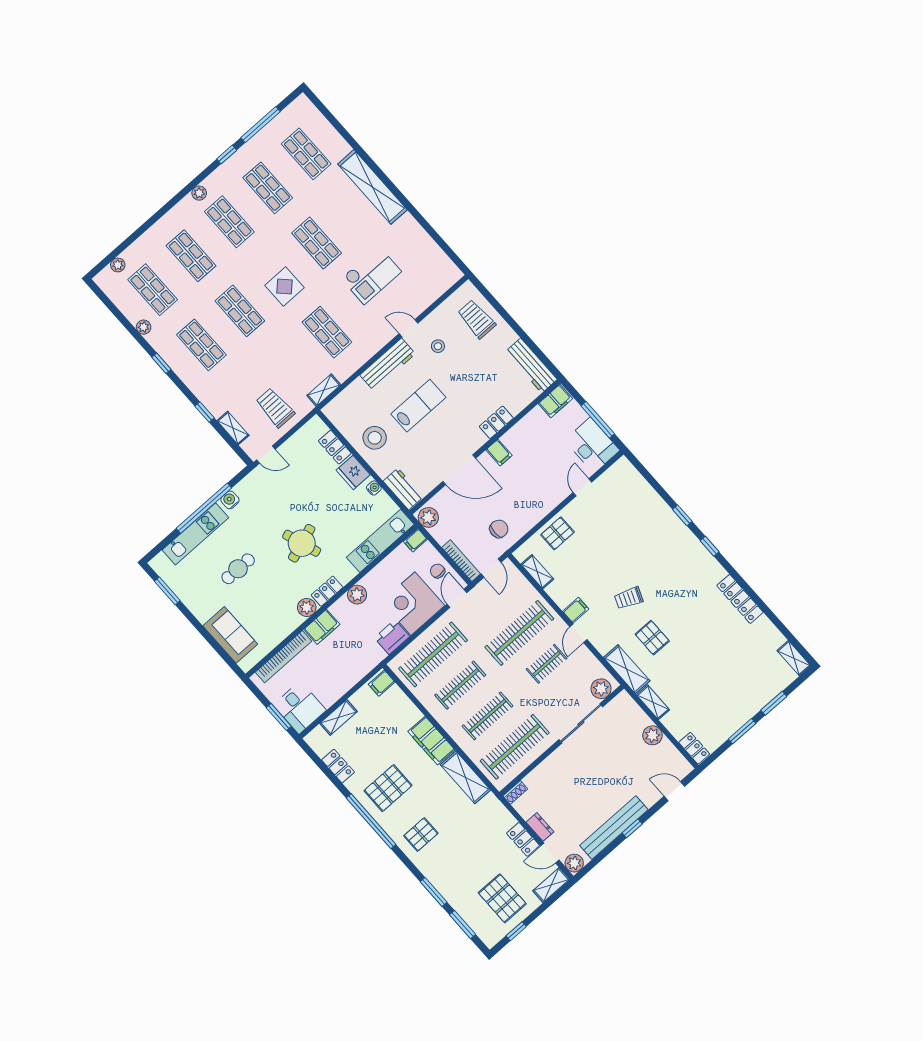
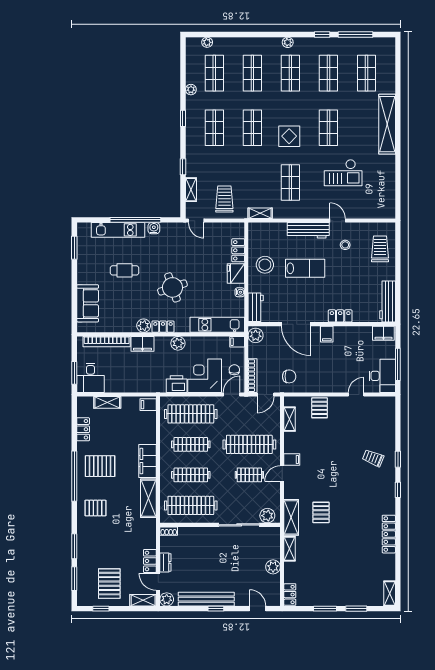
pallet: (557, 533) -> (320, 408), turned 90
trolley: (629, 598) -> (373, 458), moved

